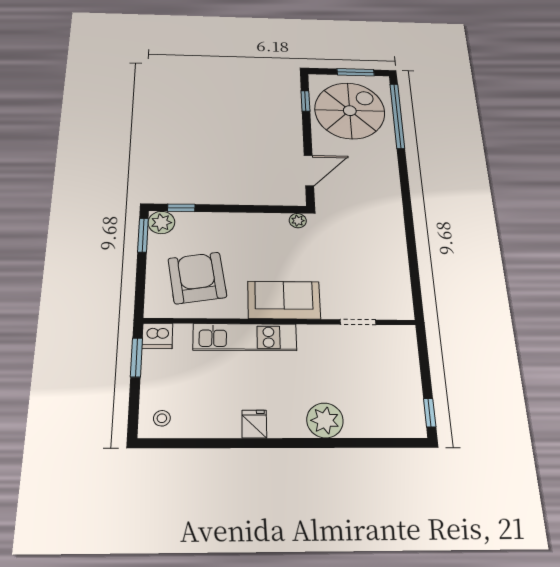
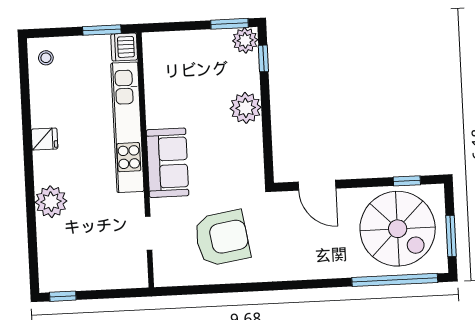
plant: (298, 221) -> (246, 108), moved, width x1.87, depth x1.87
armchair: (197, 278) -> (222, 238), moved
kitchen unit: (245, 337) -> (127, 127), width x1.36

